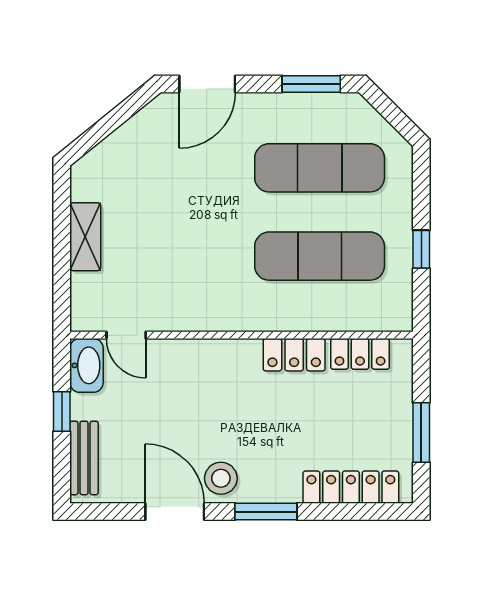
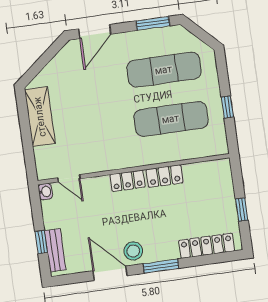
shelving: (85, 237) -> (40, 117), width x1.50, depth x1.33
locker: (360, 354) -> (128, 181), moved
washbasin: (86, 365) -> (45, 192), width x0.52, depth x0.69
window: (62, 411) -> (41, 242), moved
window: (421, 432) -> (242, 210), width x0.67

